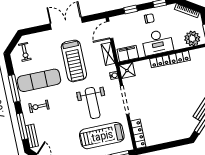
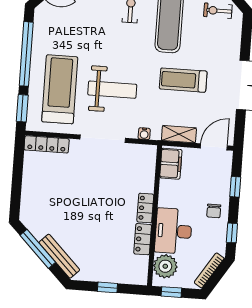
door: (110, 30) -> (214, 147), hinge flipped
desk: (157, 42) -> (173, 231), moved
treadmill: (74, 61) -> (183, 80), width x0.73, depth x0.73
shower: (127, 71) -> (146, 155), removed
weight bench: (93, 103) -> (112, 90), turned 180

